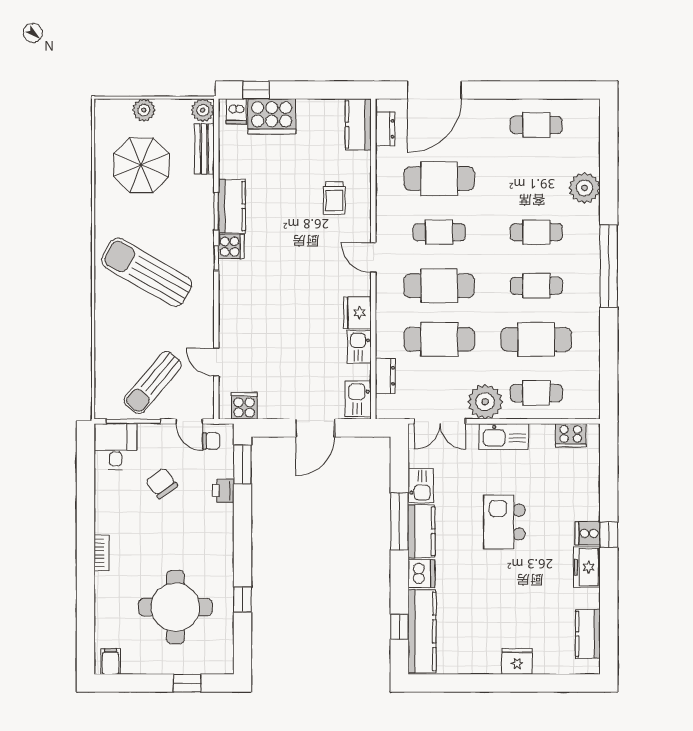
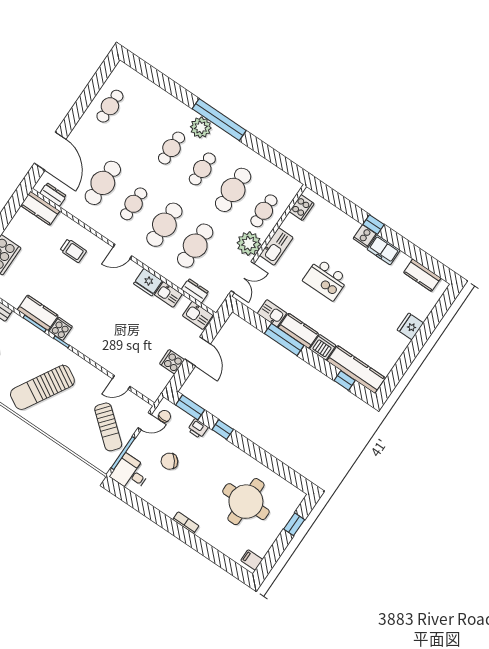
plant: (585, 188) -> (201, 127), moved
cooker: (244, 406) -> (172, 362), moved
window: (242, 600) -> (223, 429), moved

